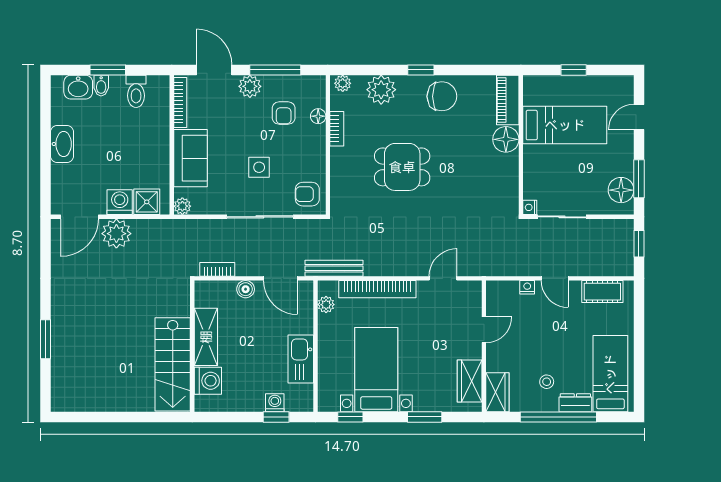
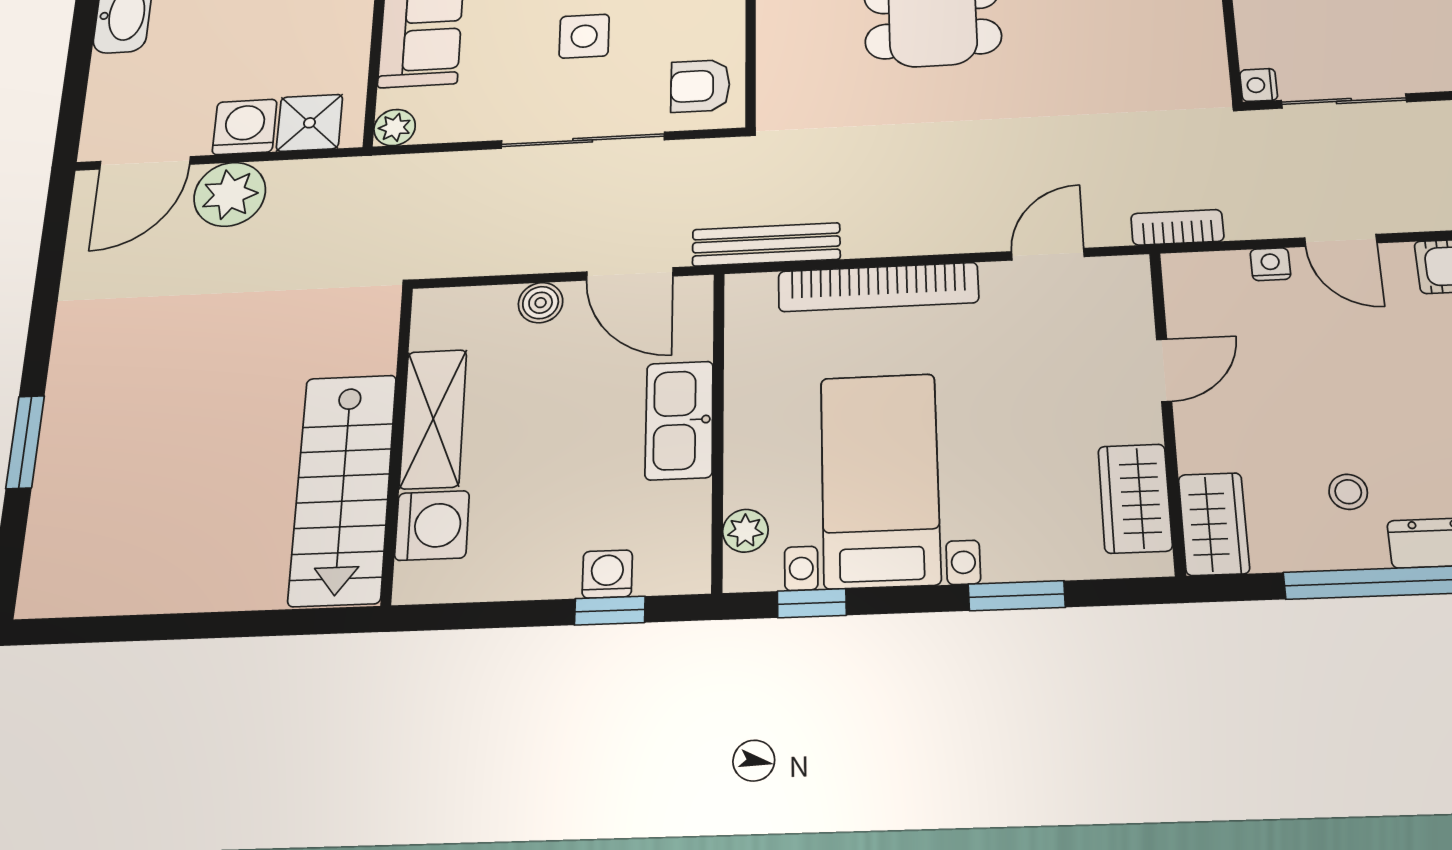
bookcase: (217, 269) -> (1177, 227), moved
plant: (326, 305) -> (745, 531), moved
kitchen sink: (301, 359) -> (679, 420), moved

